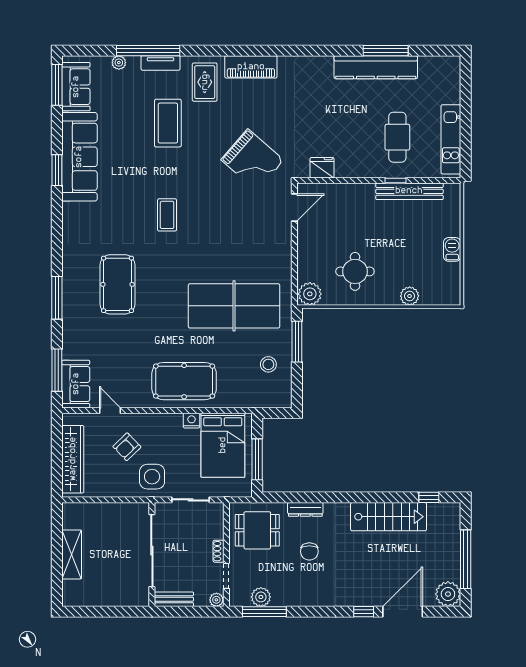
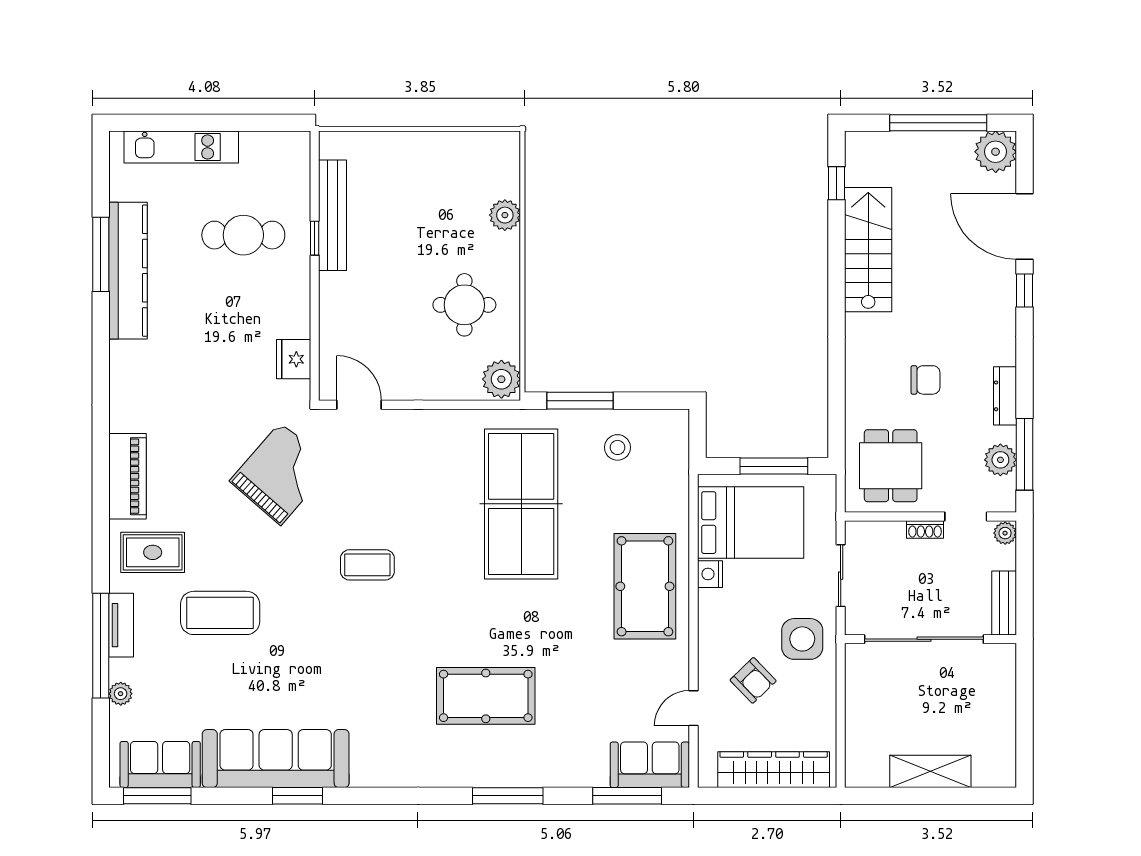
kitchen unit: (451, 139) -> (181, 147), moved
coffee table: (167, 215) -> (367, 565), moved
barbecue: (452, 249) -> (428, 145), removed
dresser: (305, 509) -> (1005, 396), moved, turned 180

